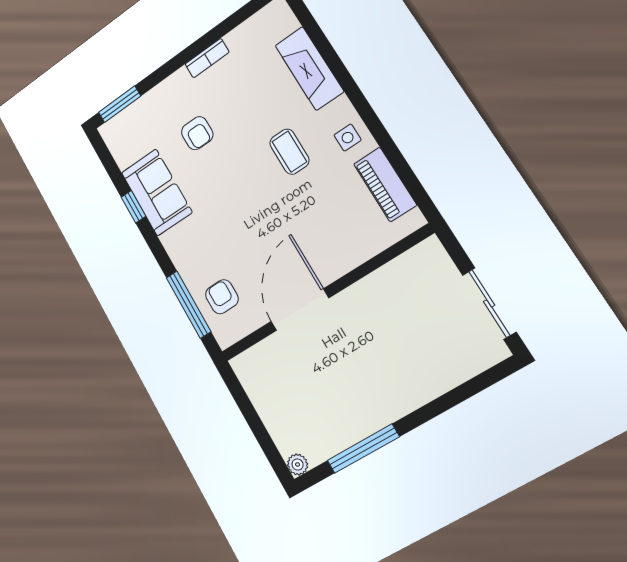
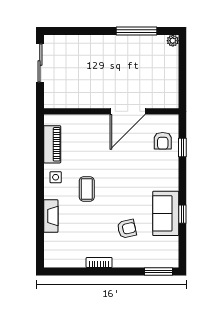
fireplace: (309, 68) -> (51, 216), width x0.73, depth x0.76
armchair: (197, 133) -> (127, 229), turned 78
window: (188, 305) -> (182, 147), width x0.46

